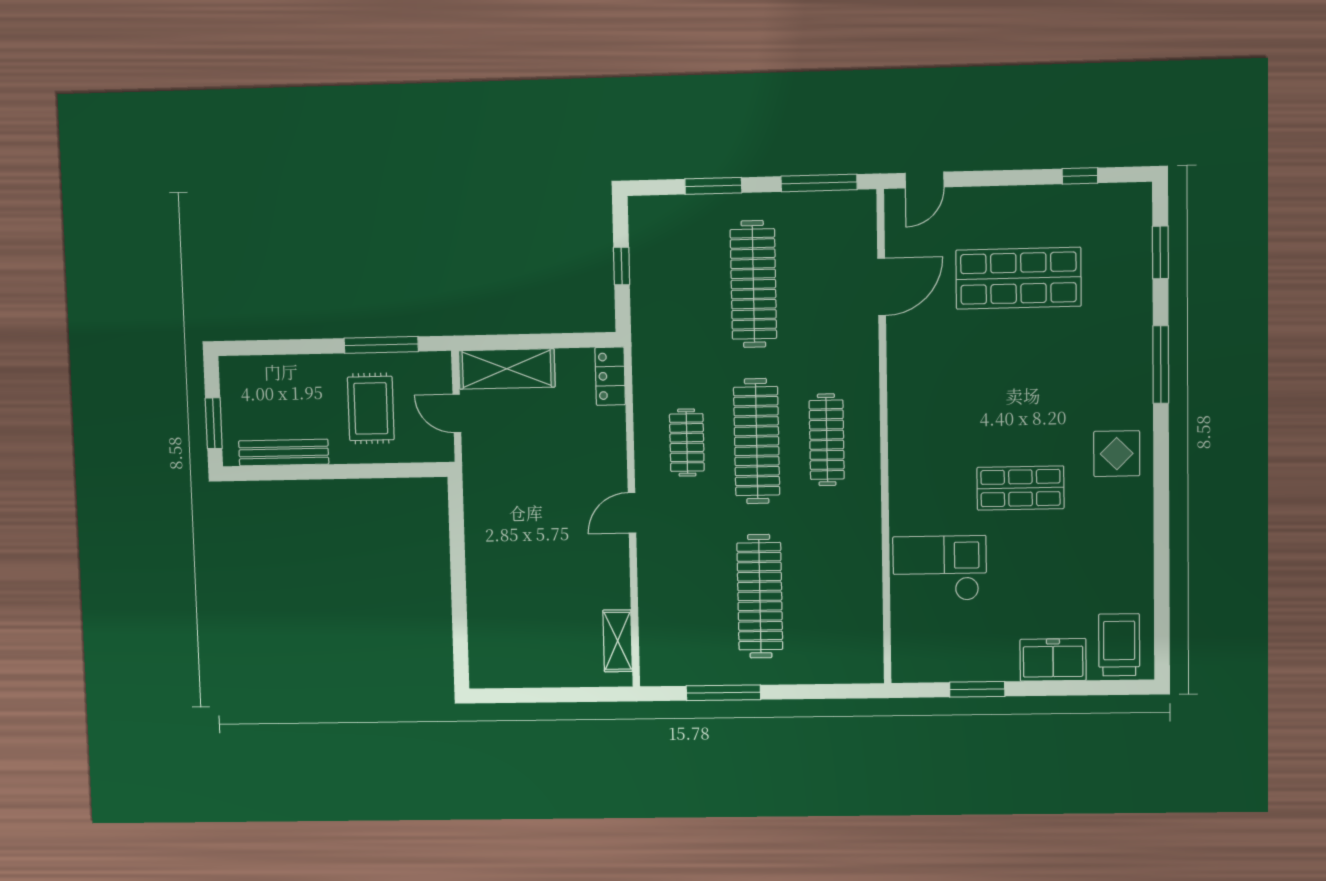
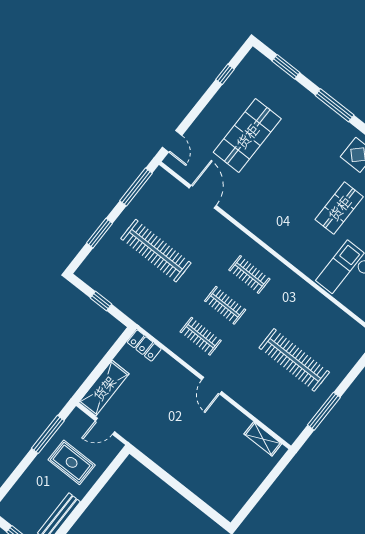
clothes rail: (827, 440) -> (249, 274), width x0.73
clothes rail: (757, 441) -> (225, 305), width x0.54, depth x0.76

